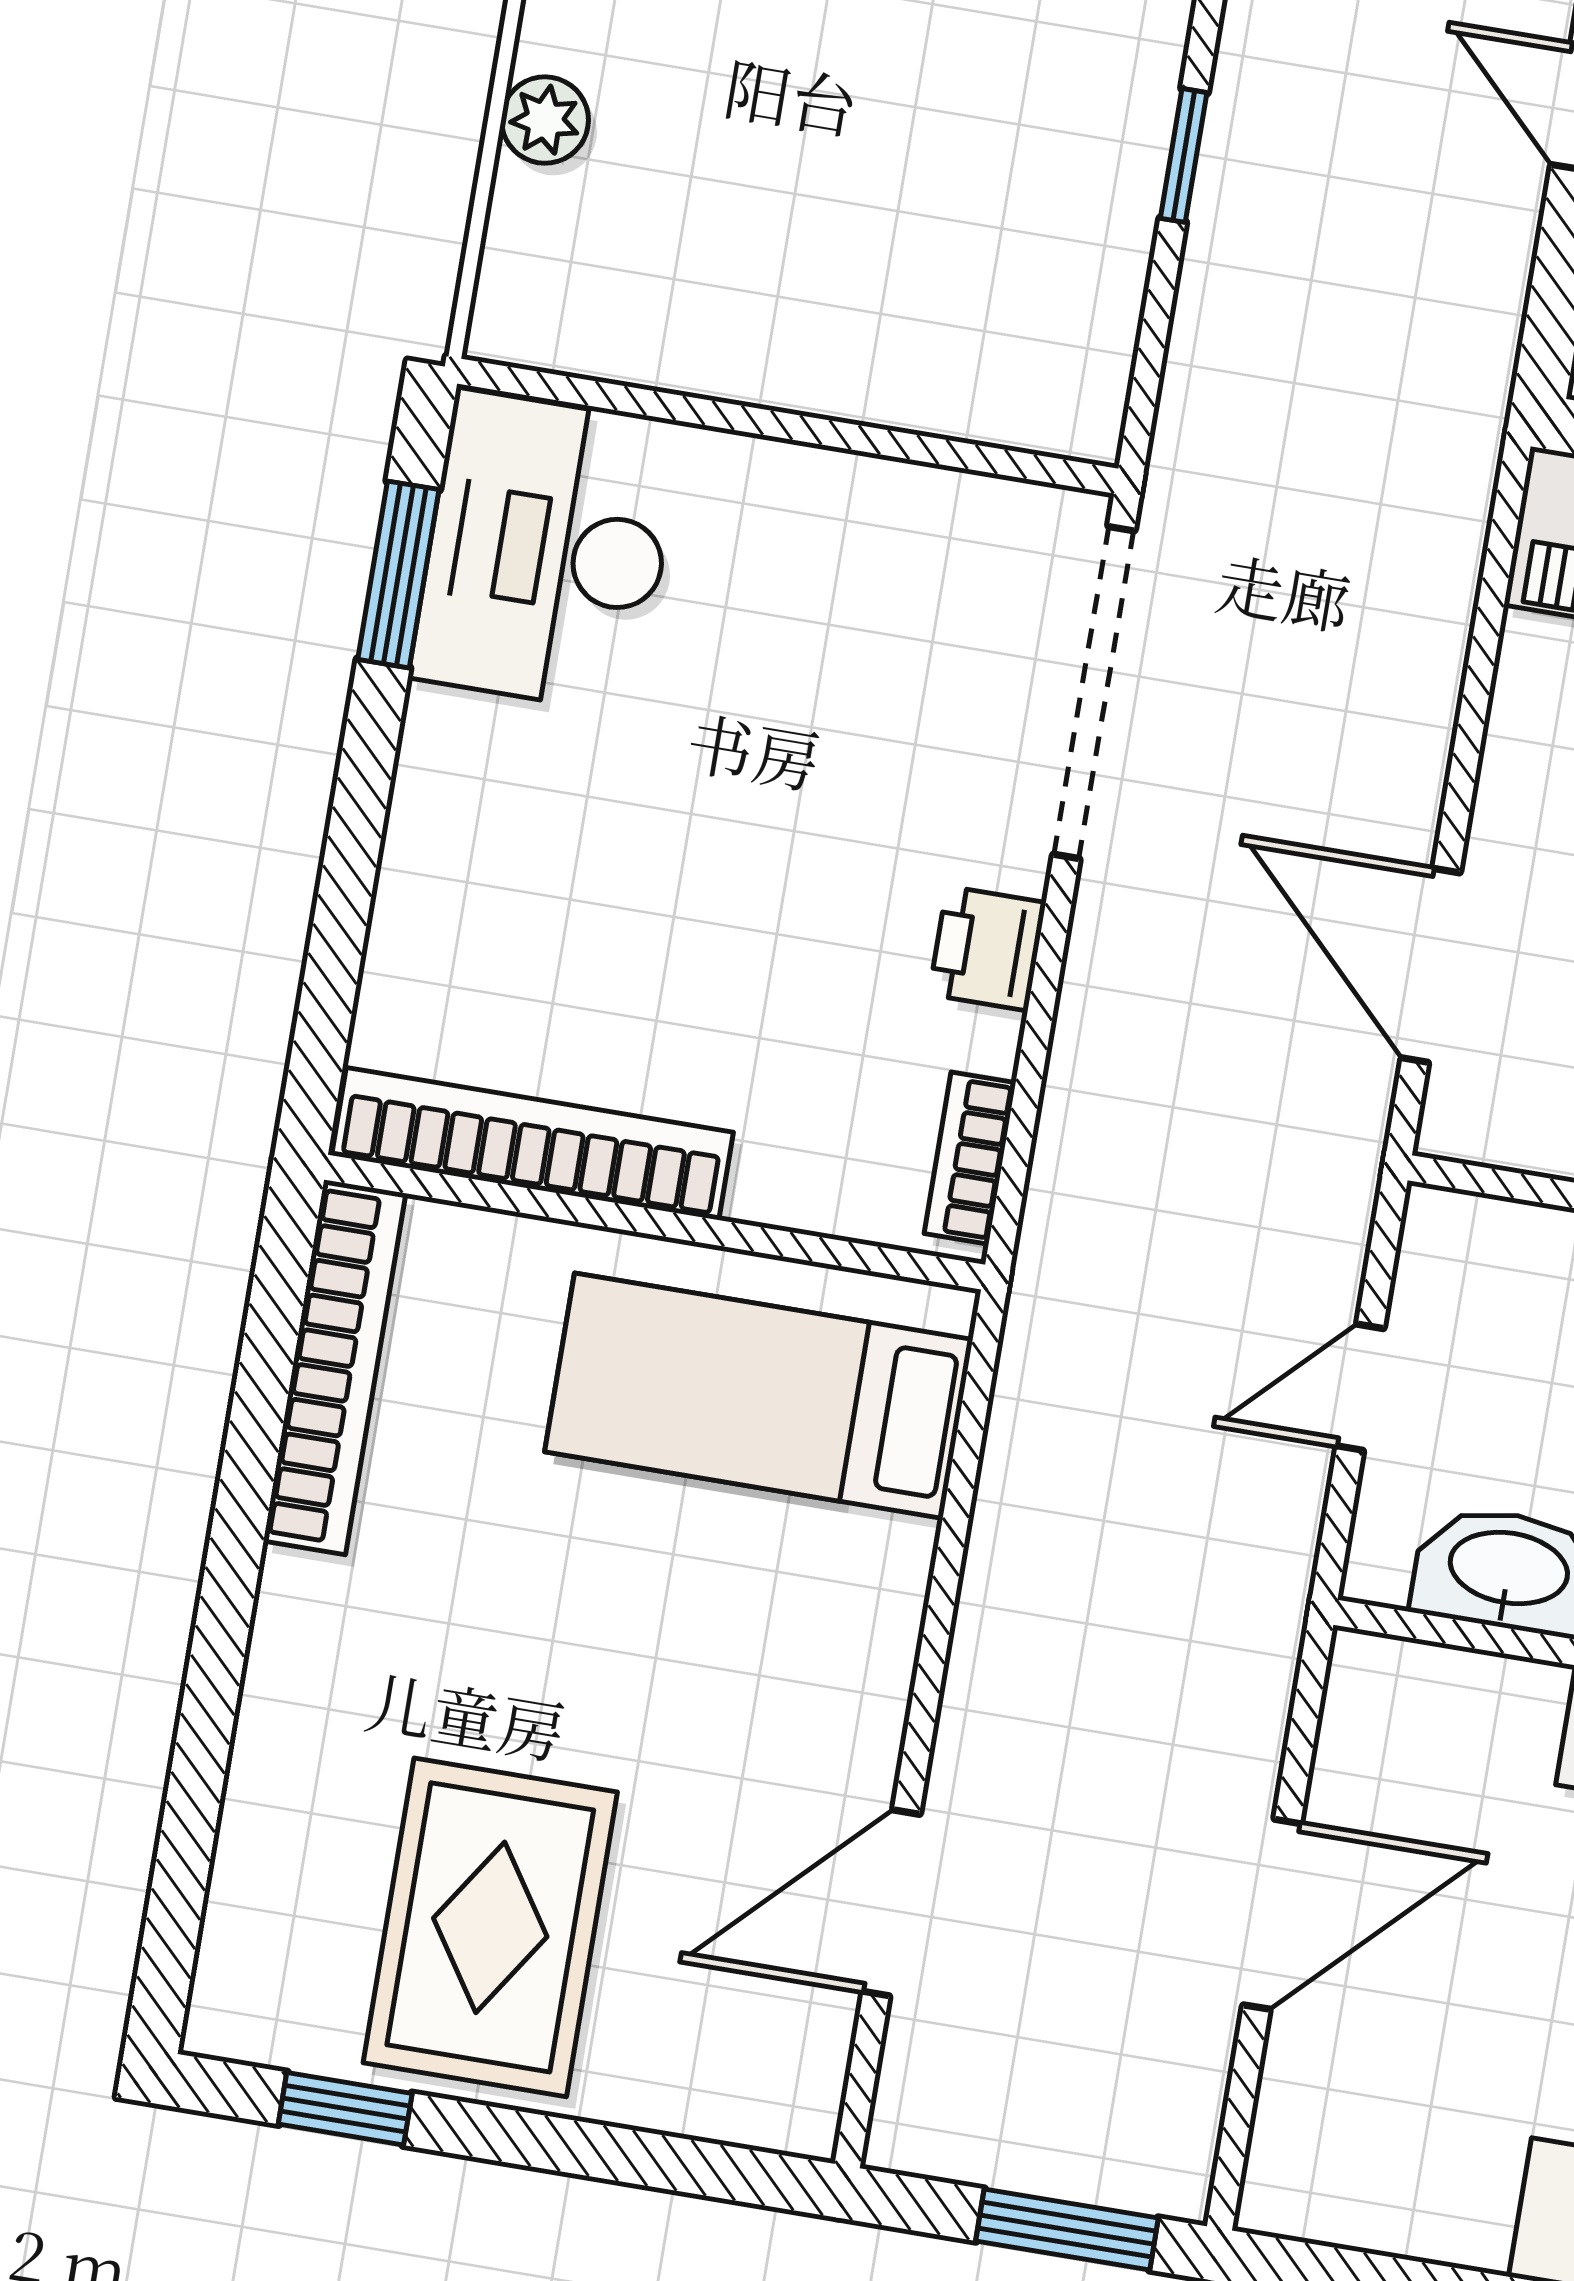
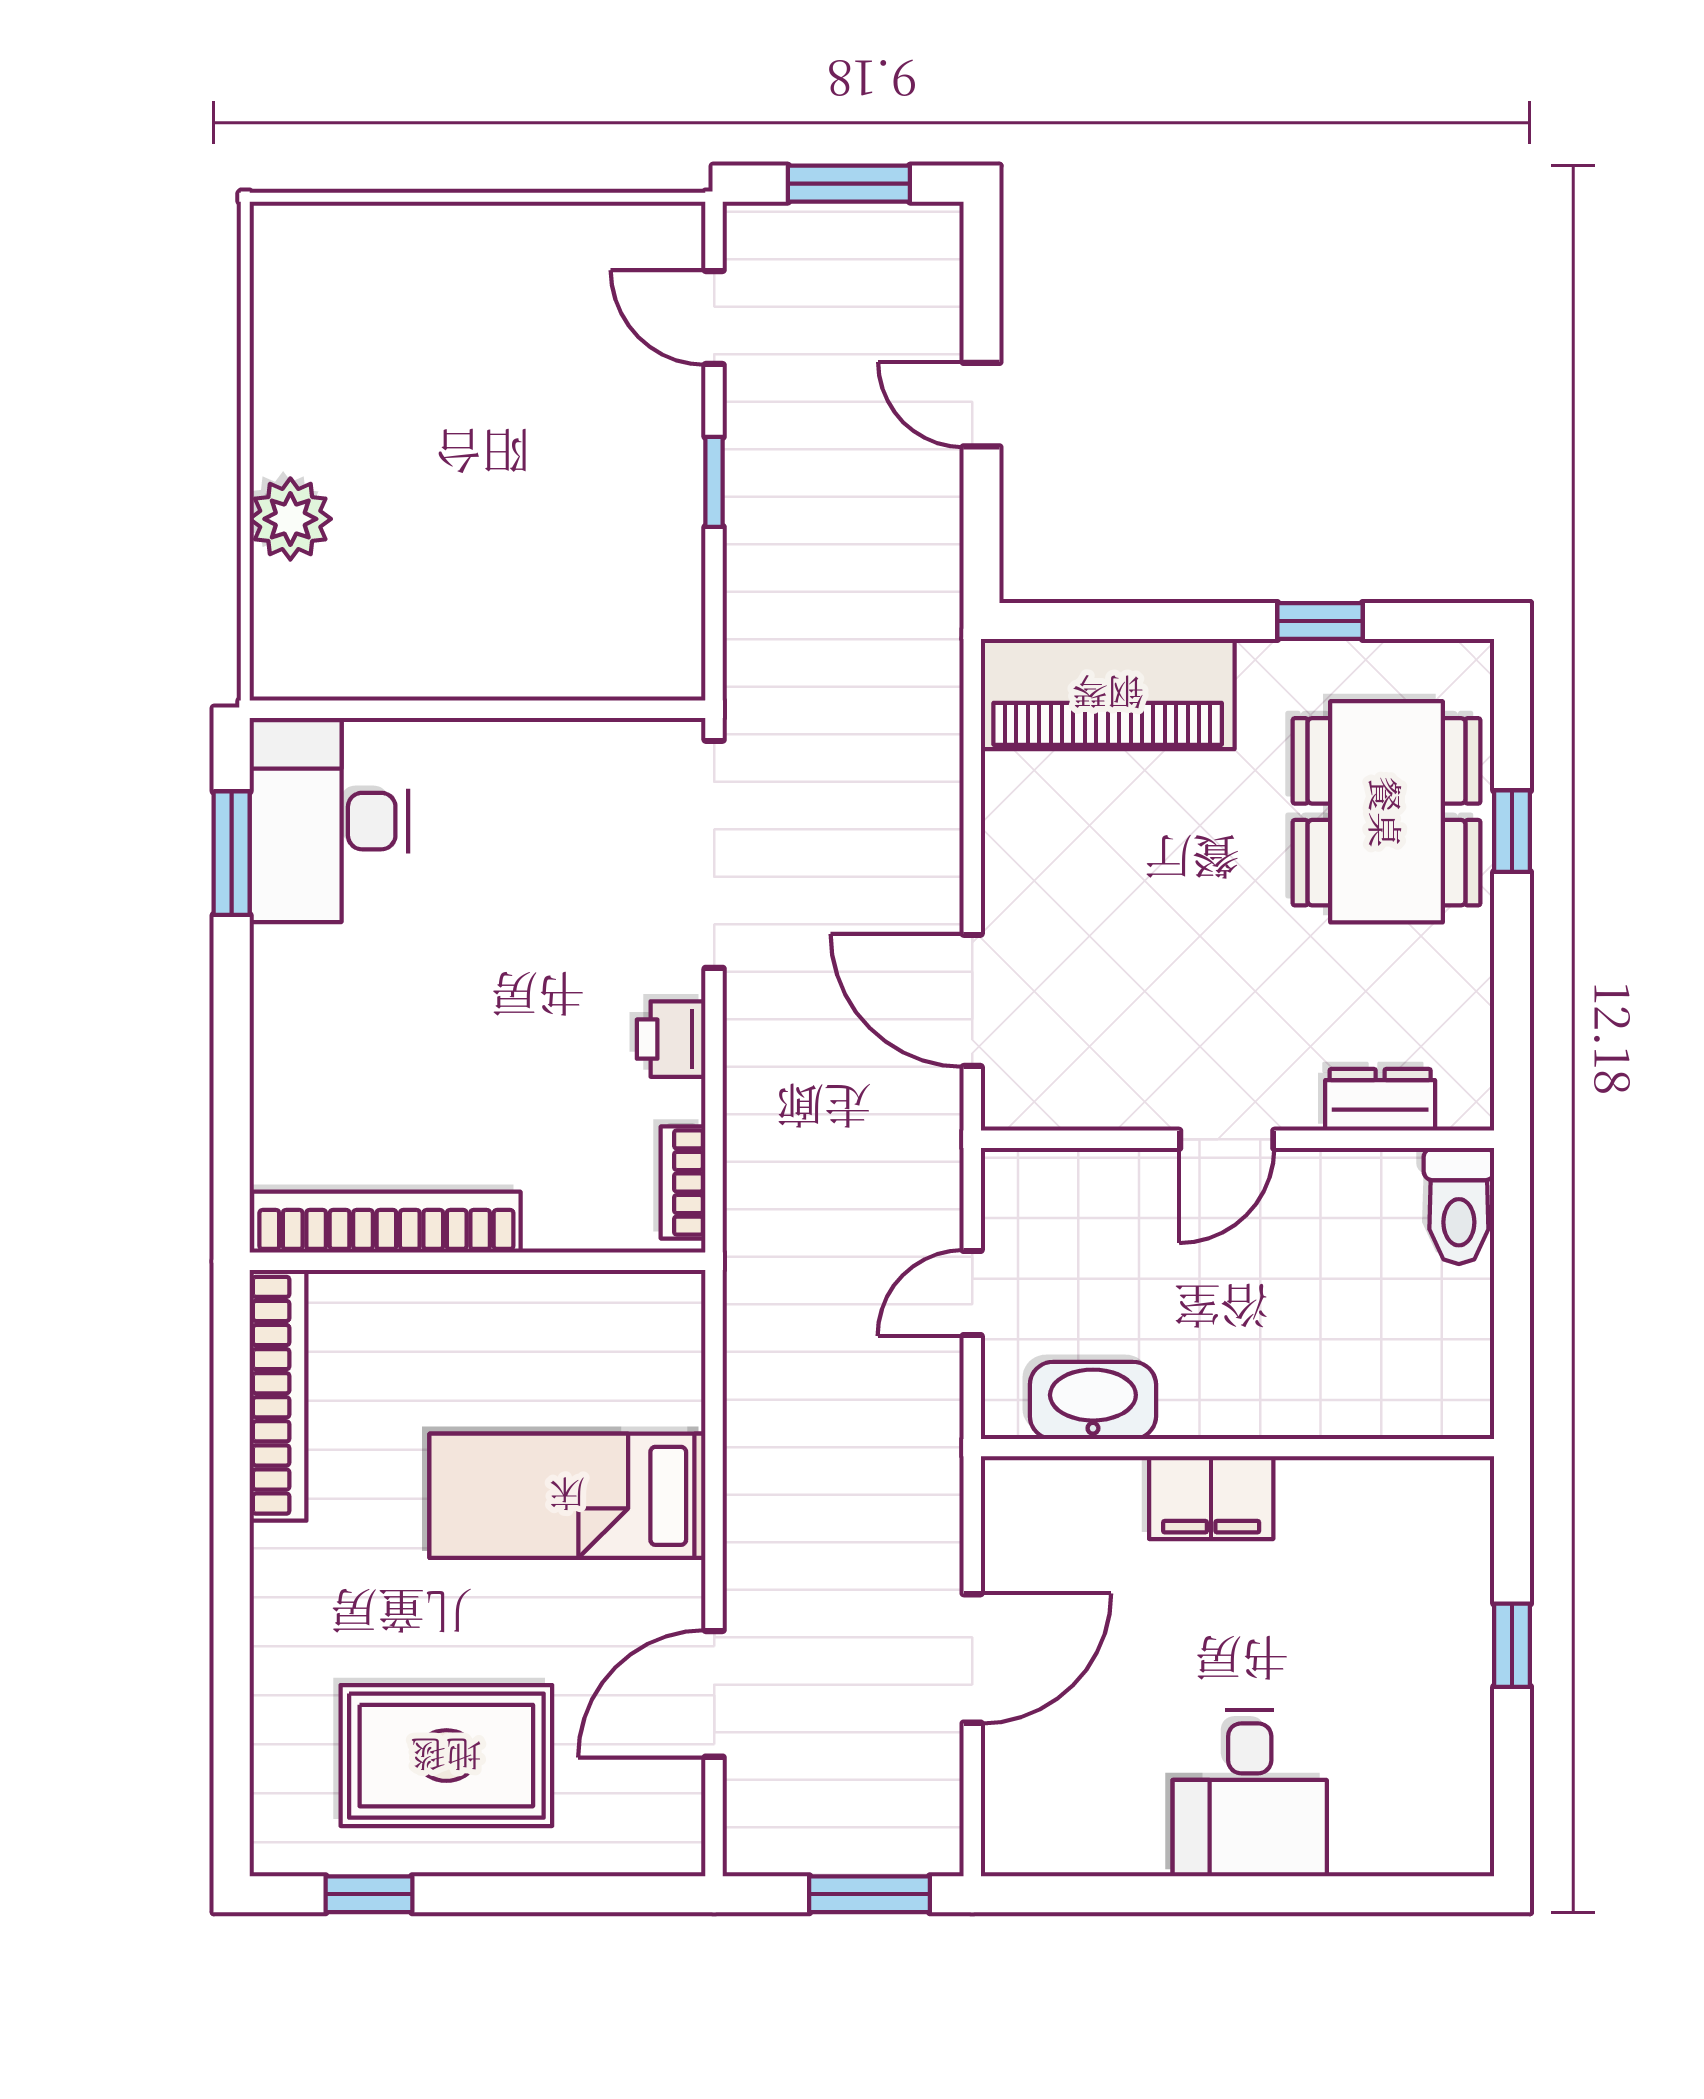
plant: (545, 120) -> (290, 519), width x1.38, depth x1.38
bed: (759, 1396) -> (567, 1496), moved
rug: (490, 1927) -> (446, 1756), turned 90

